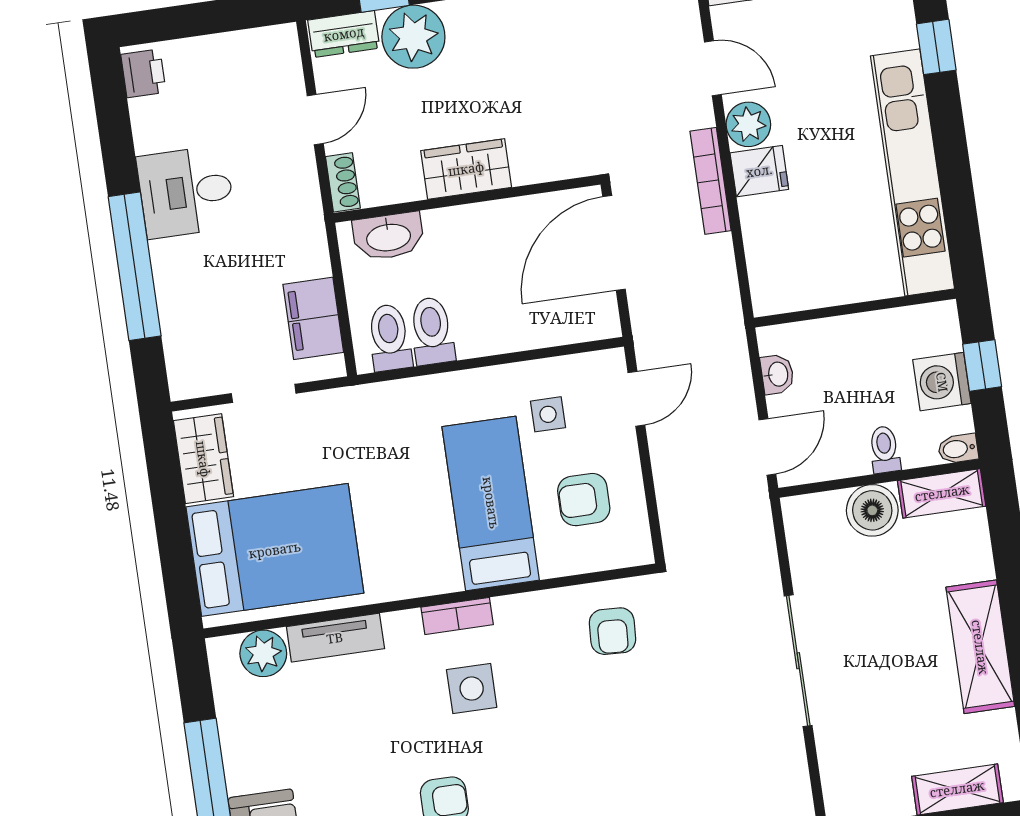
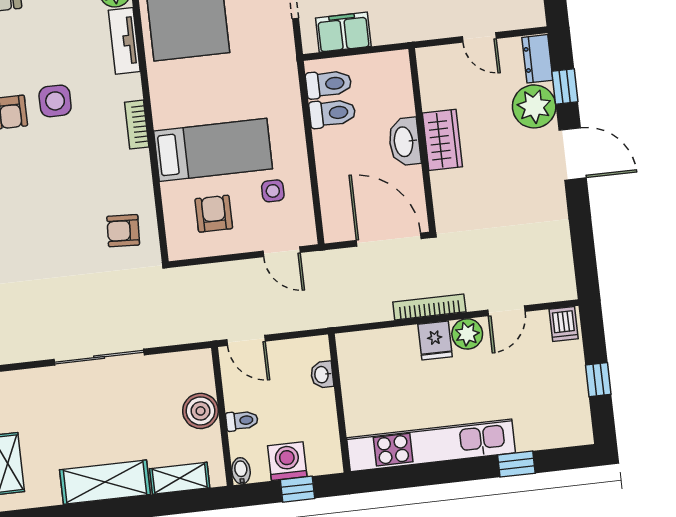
shoe rack: (343, 182) -> (436, 55), removed
washbasin: (388, 236) -> (404, 142), moved
washbasin: (777, 374) -> (322, 375), moved, turned 90
shelving: (942, 493) -> (180, 478), moved, turned 90
side table: (472, 689) -> (55, 101), moved

